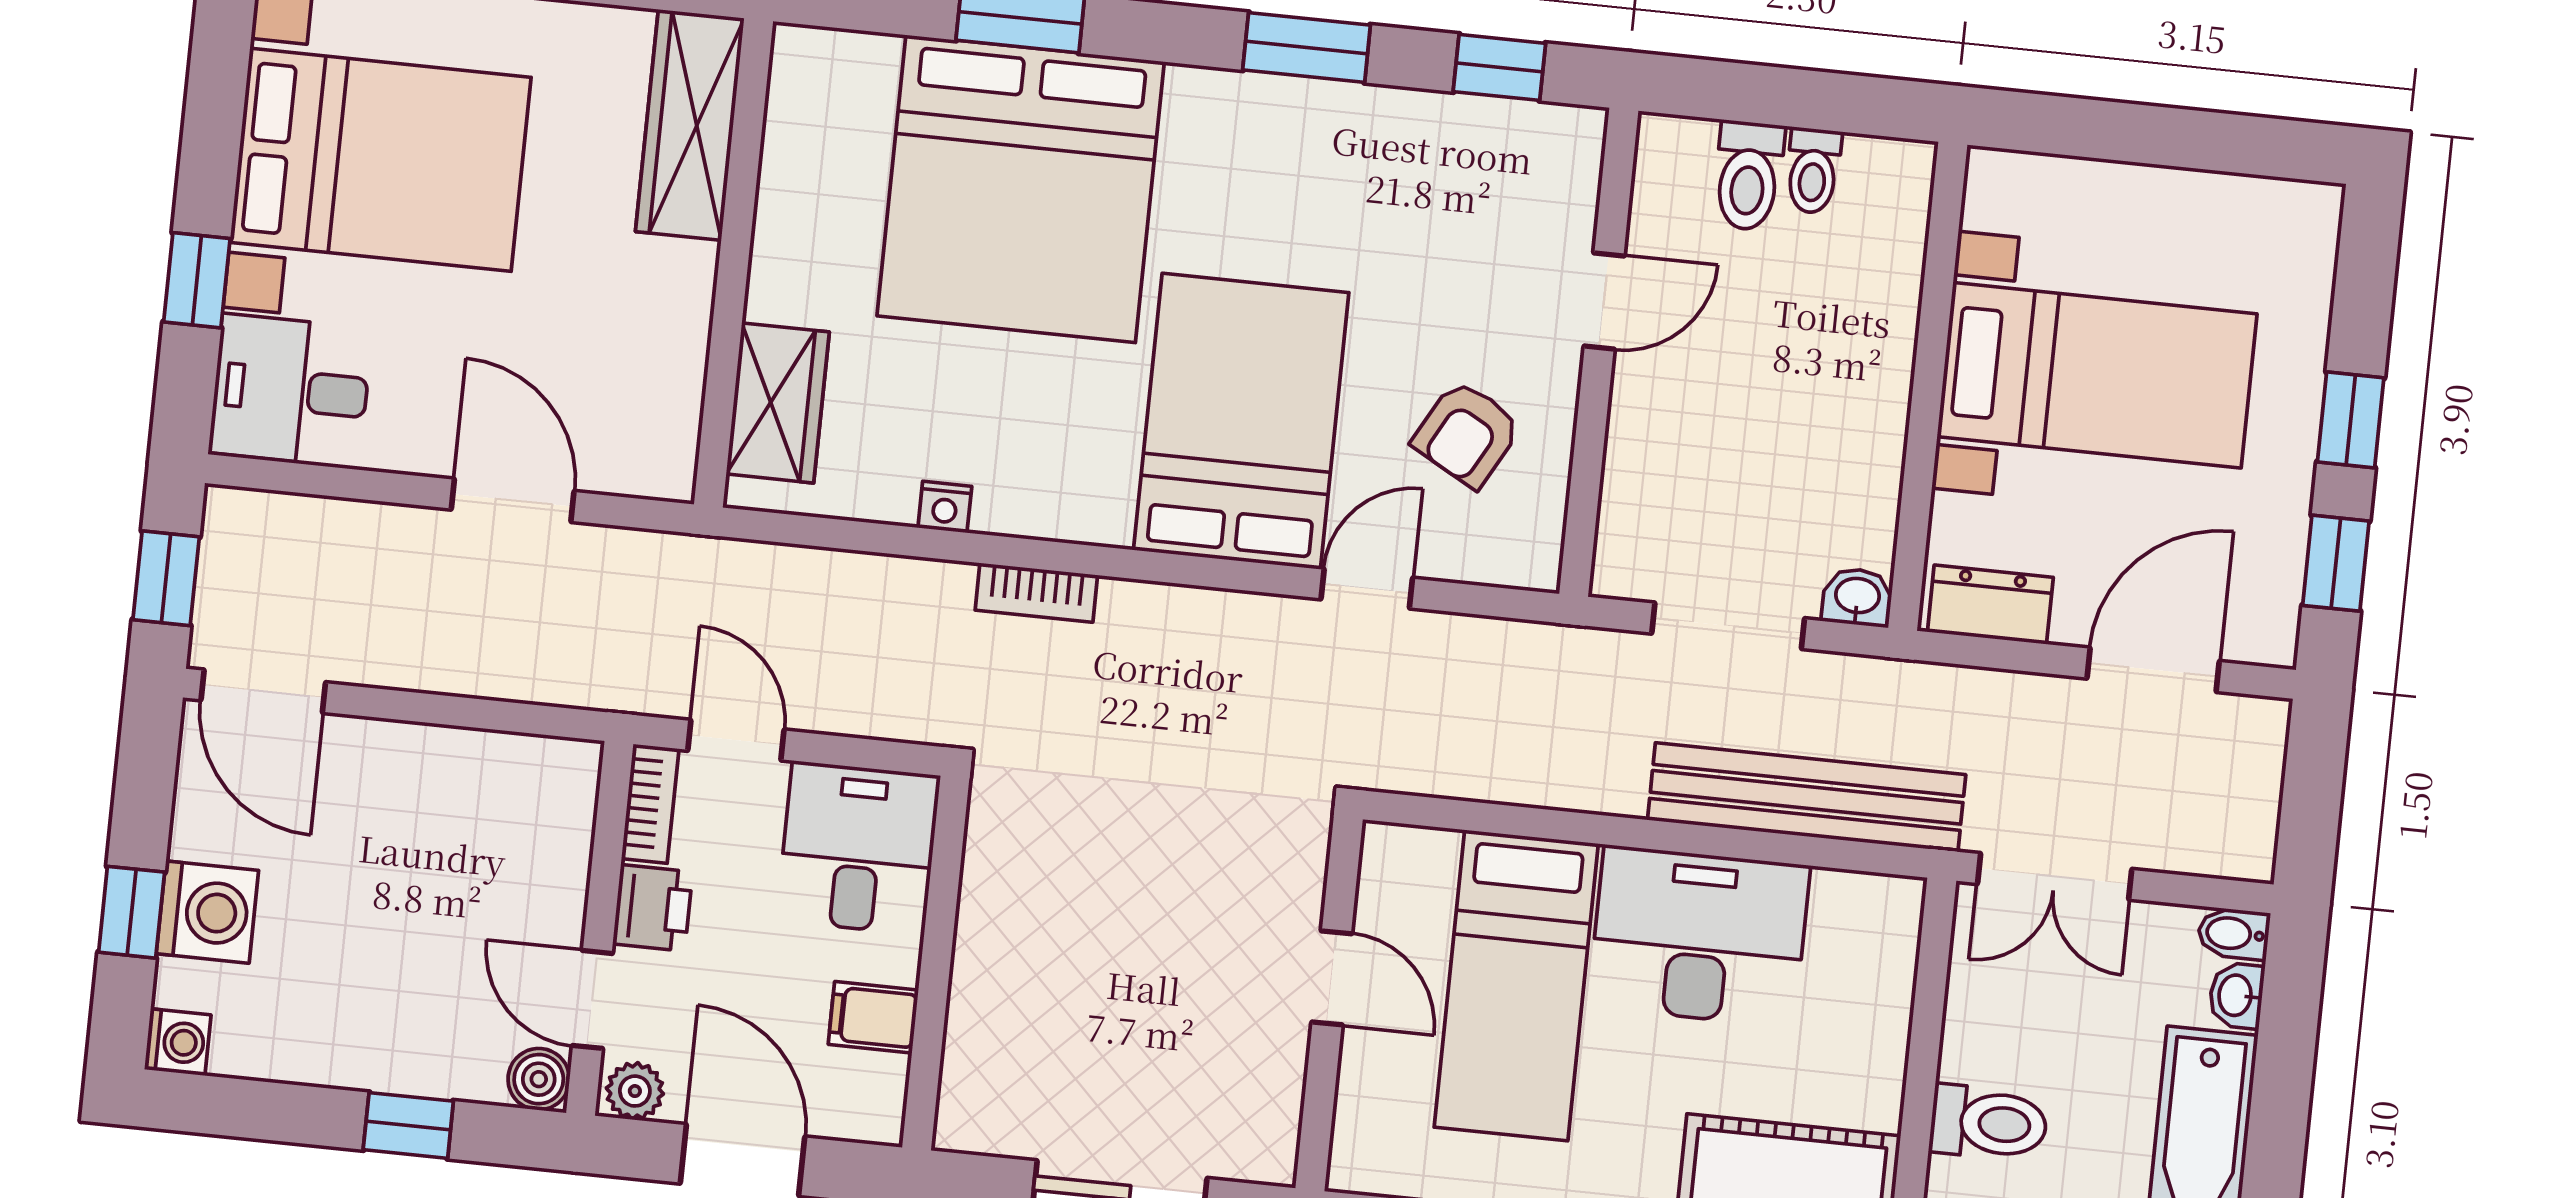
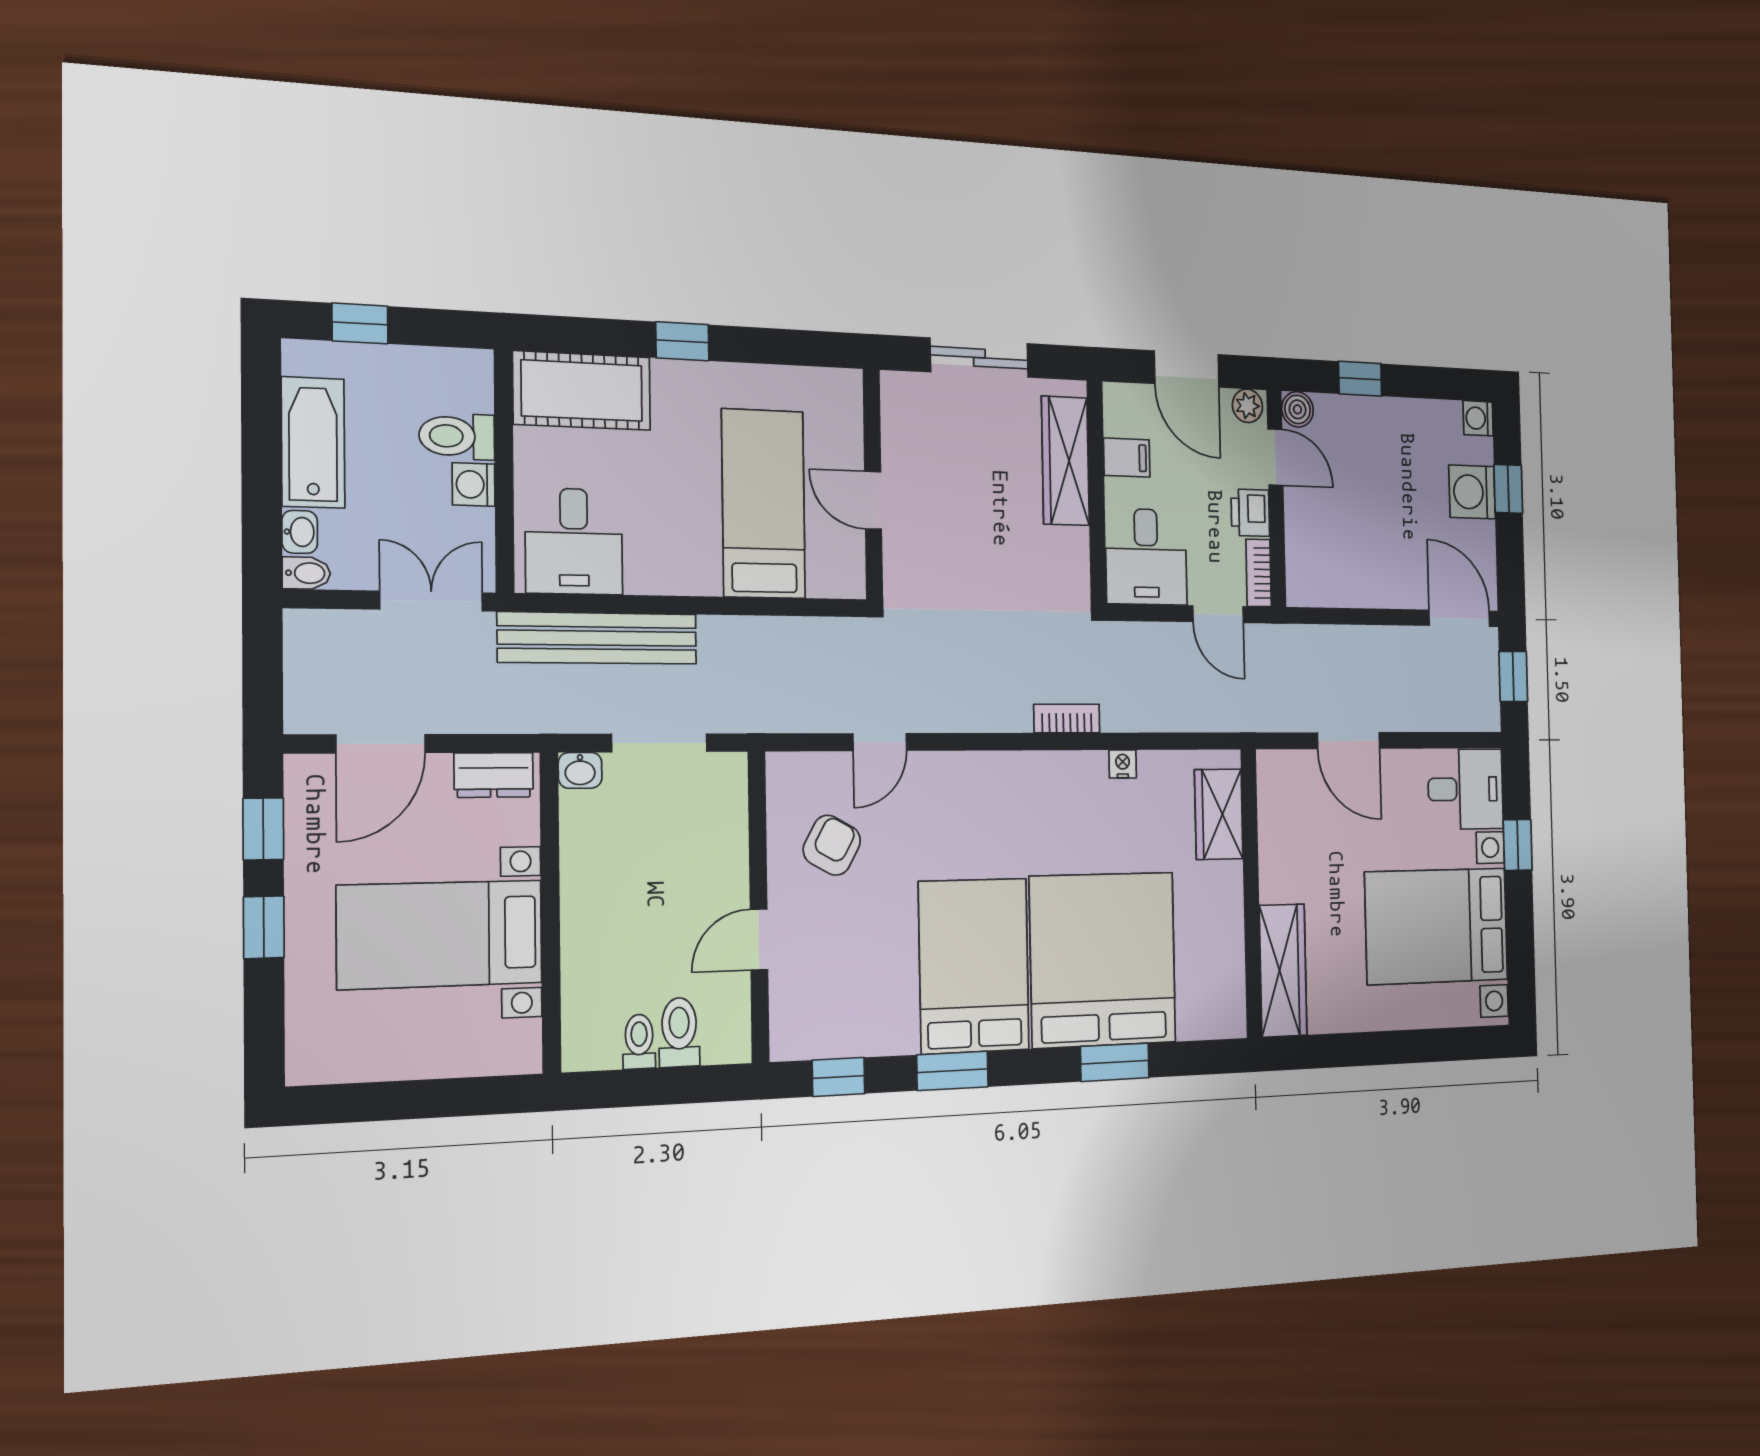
bed: (1241, 421) -> (974, 966), moved, turned 180
desk: (1699, 936) -> (574, 541), moved, width x0.73
wardrobe: (986, 1019) -> (1065, 461), added
washing machine: (1971, 1048) -> (474, 484), added

